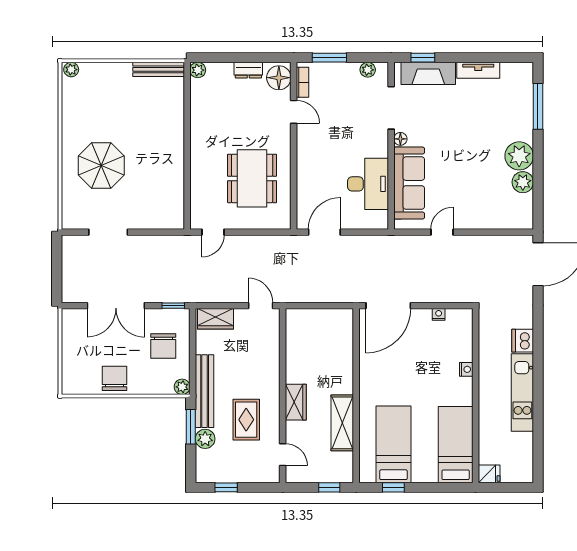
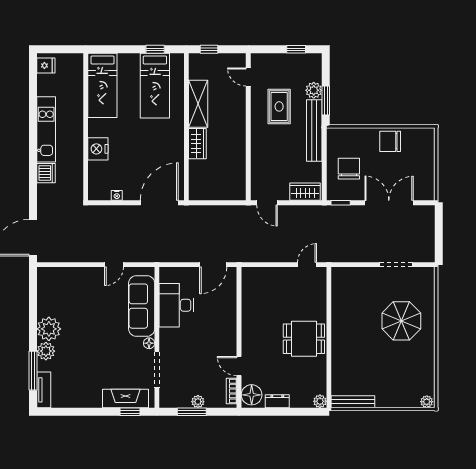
window: (329, 58) -> (192, 412), moved
plant: (368, 70) -> (198, 402), moved
tv unit: (478, 70) -> (44, 390), moved, turned 90
dining table: (252, 178) -> (304, 339), moved, width x0.73
plant: (523, 182) -> (46, 351), moved
nightstand: (466, 369) -> (98, 149), width x1.89, depth x1.79
chair: (114, 378) -> (390, 141), turned 90
plant: (182, 387) -> (333, 134), removed
wardrobe: (296, 402) -> (197, 144), moved, turned 180
fridge: (489, 474) -> (46, 65), moved, turned 180

